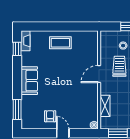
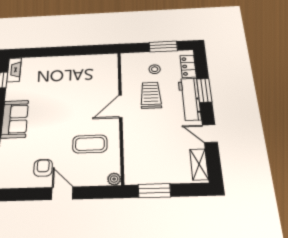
coffee table: (60, 43) -> (90, 144), moved
shelving: (105, 106) -> (131, 150), removed

